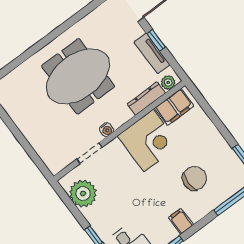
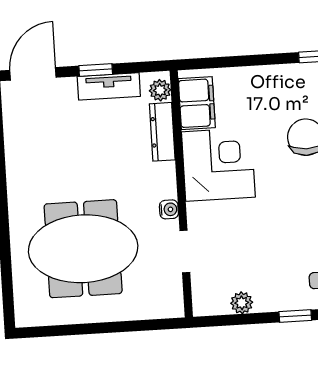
meeting table: (78, 76) -> (83, 249), moved, turned 90
plant: (83, 193) -> (242, 303), width x0.53, depth x0.53

